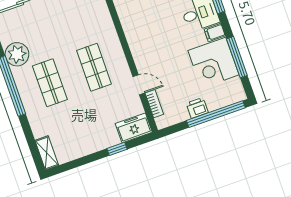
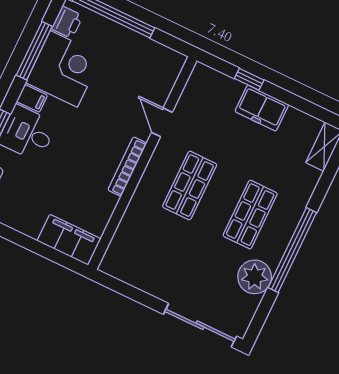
bookcase: (154, 104) -> (127, 167), moved, width x1.56
printer: (197, 108) -> (67, 22), moved, turned -90
freezer: (134, 128) -> (262, 108), moved

